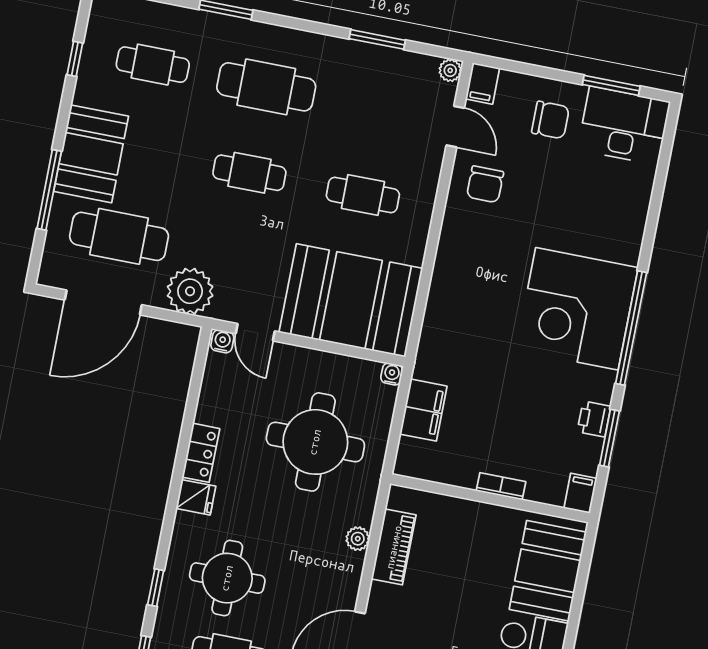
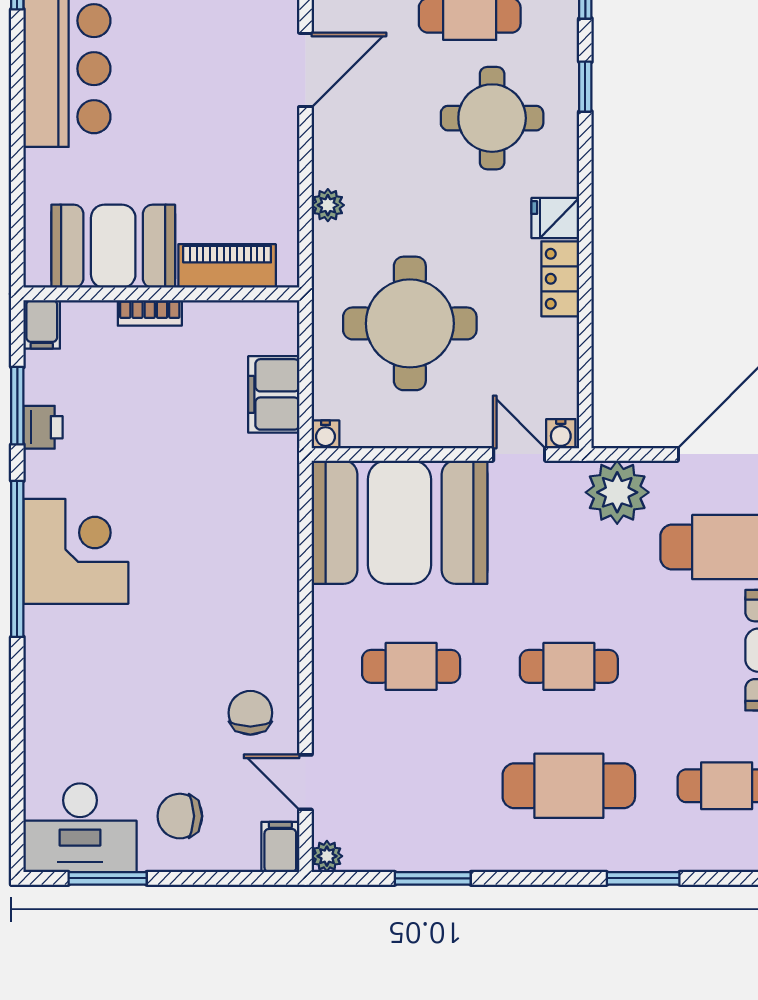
corner desk: (577, 309) -> (76, 551), width x0.74, depth x0.74
piano: (394, 547) -> (227, 266), moved, turned 90
booth: (548, 571) -> (113, 246), moved, turned 90

